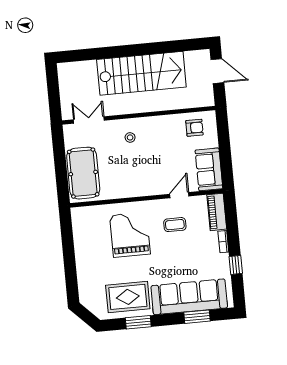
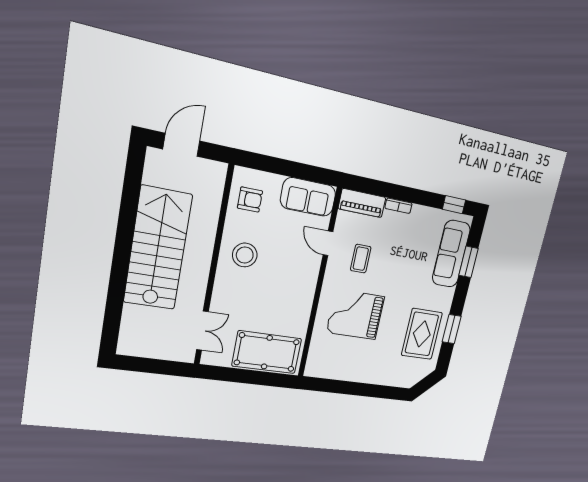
double door: (89, 120) -> (202, 331), swing flipped
armchair: (194, 128) -> (250, 200), turned 90
stool: (130, 137) -> (245, 255), moved, width x1.89, depth x1.89
window: (236, 265) -> (454, 205), moved
sofa: (189, 297) -> (451, 254), width x0.74, depth x0.79

